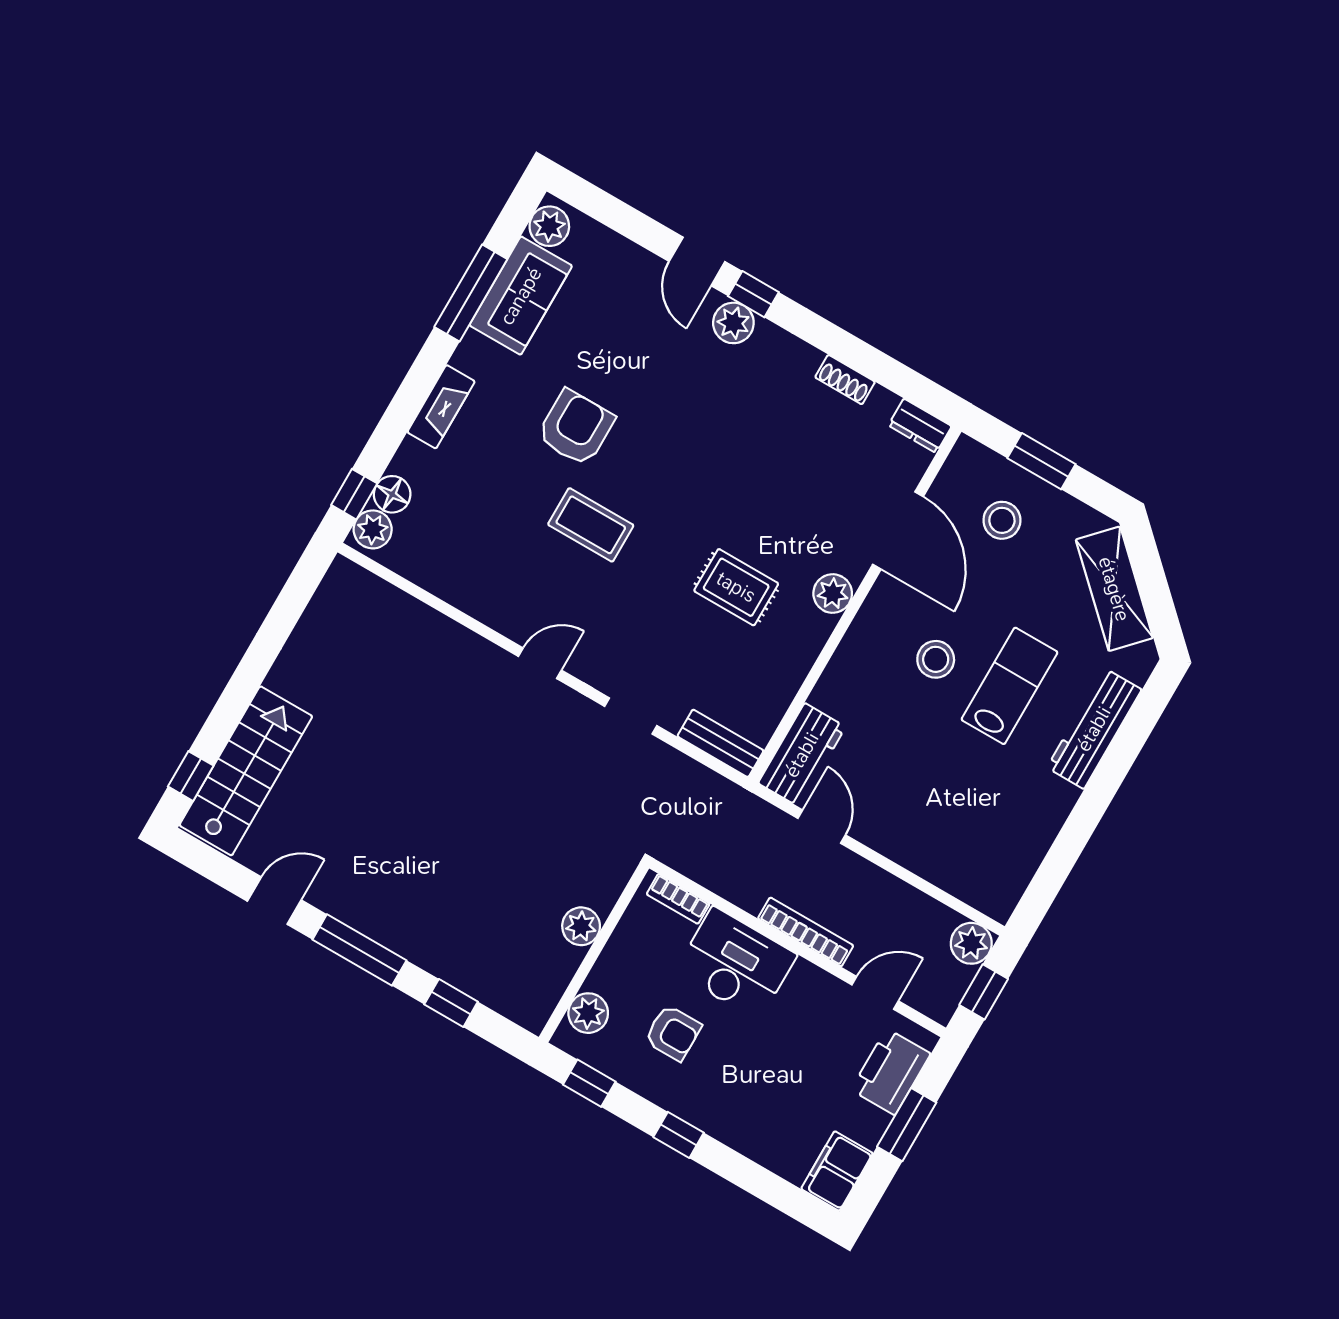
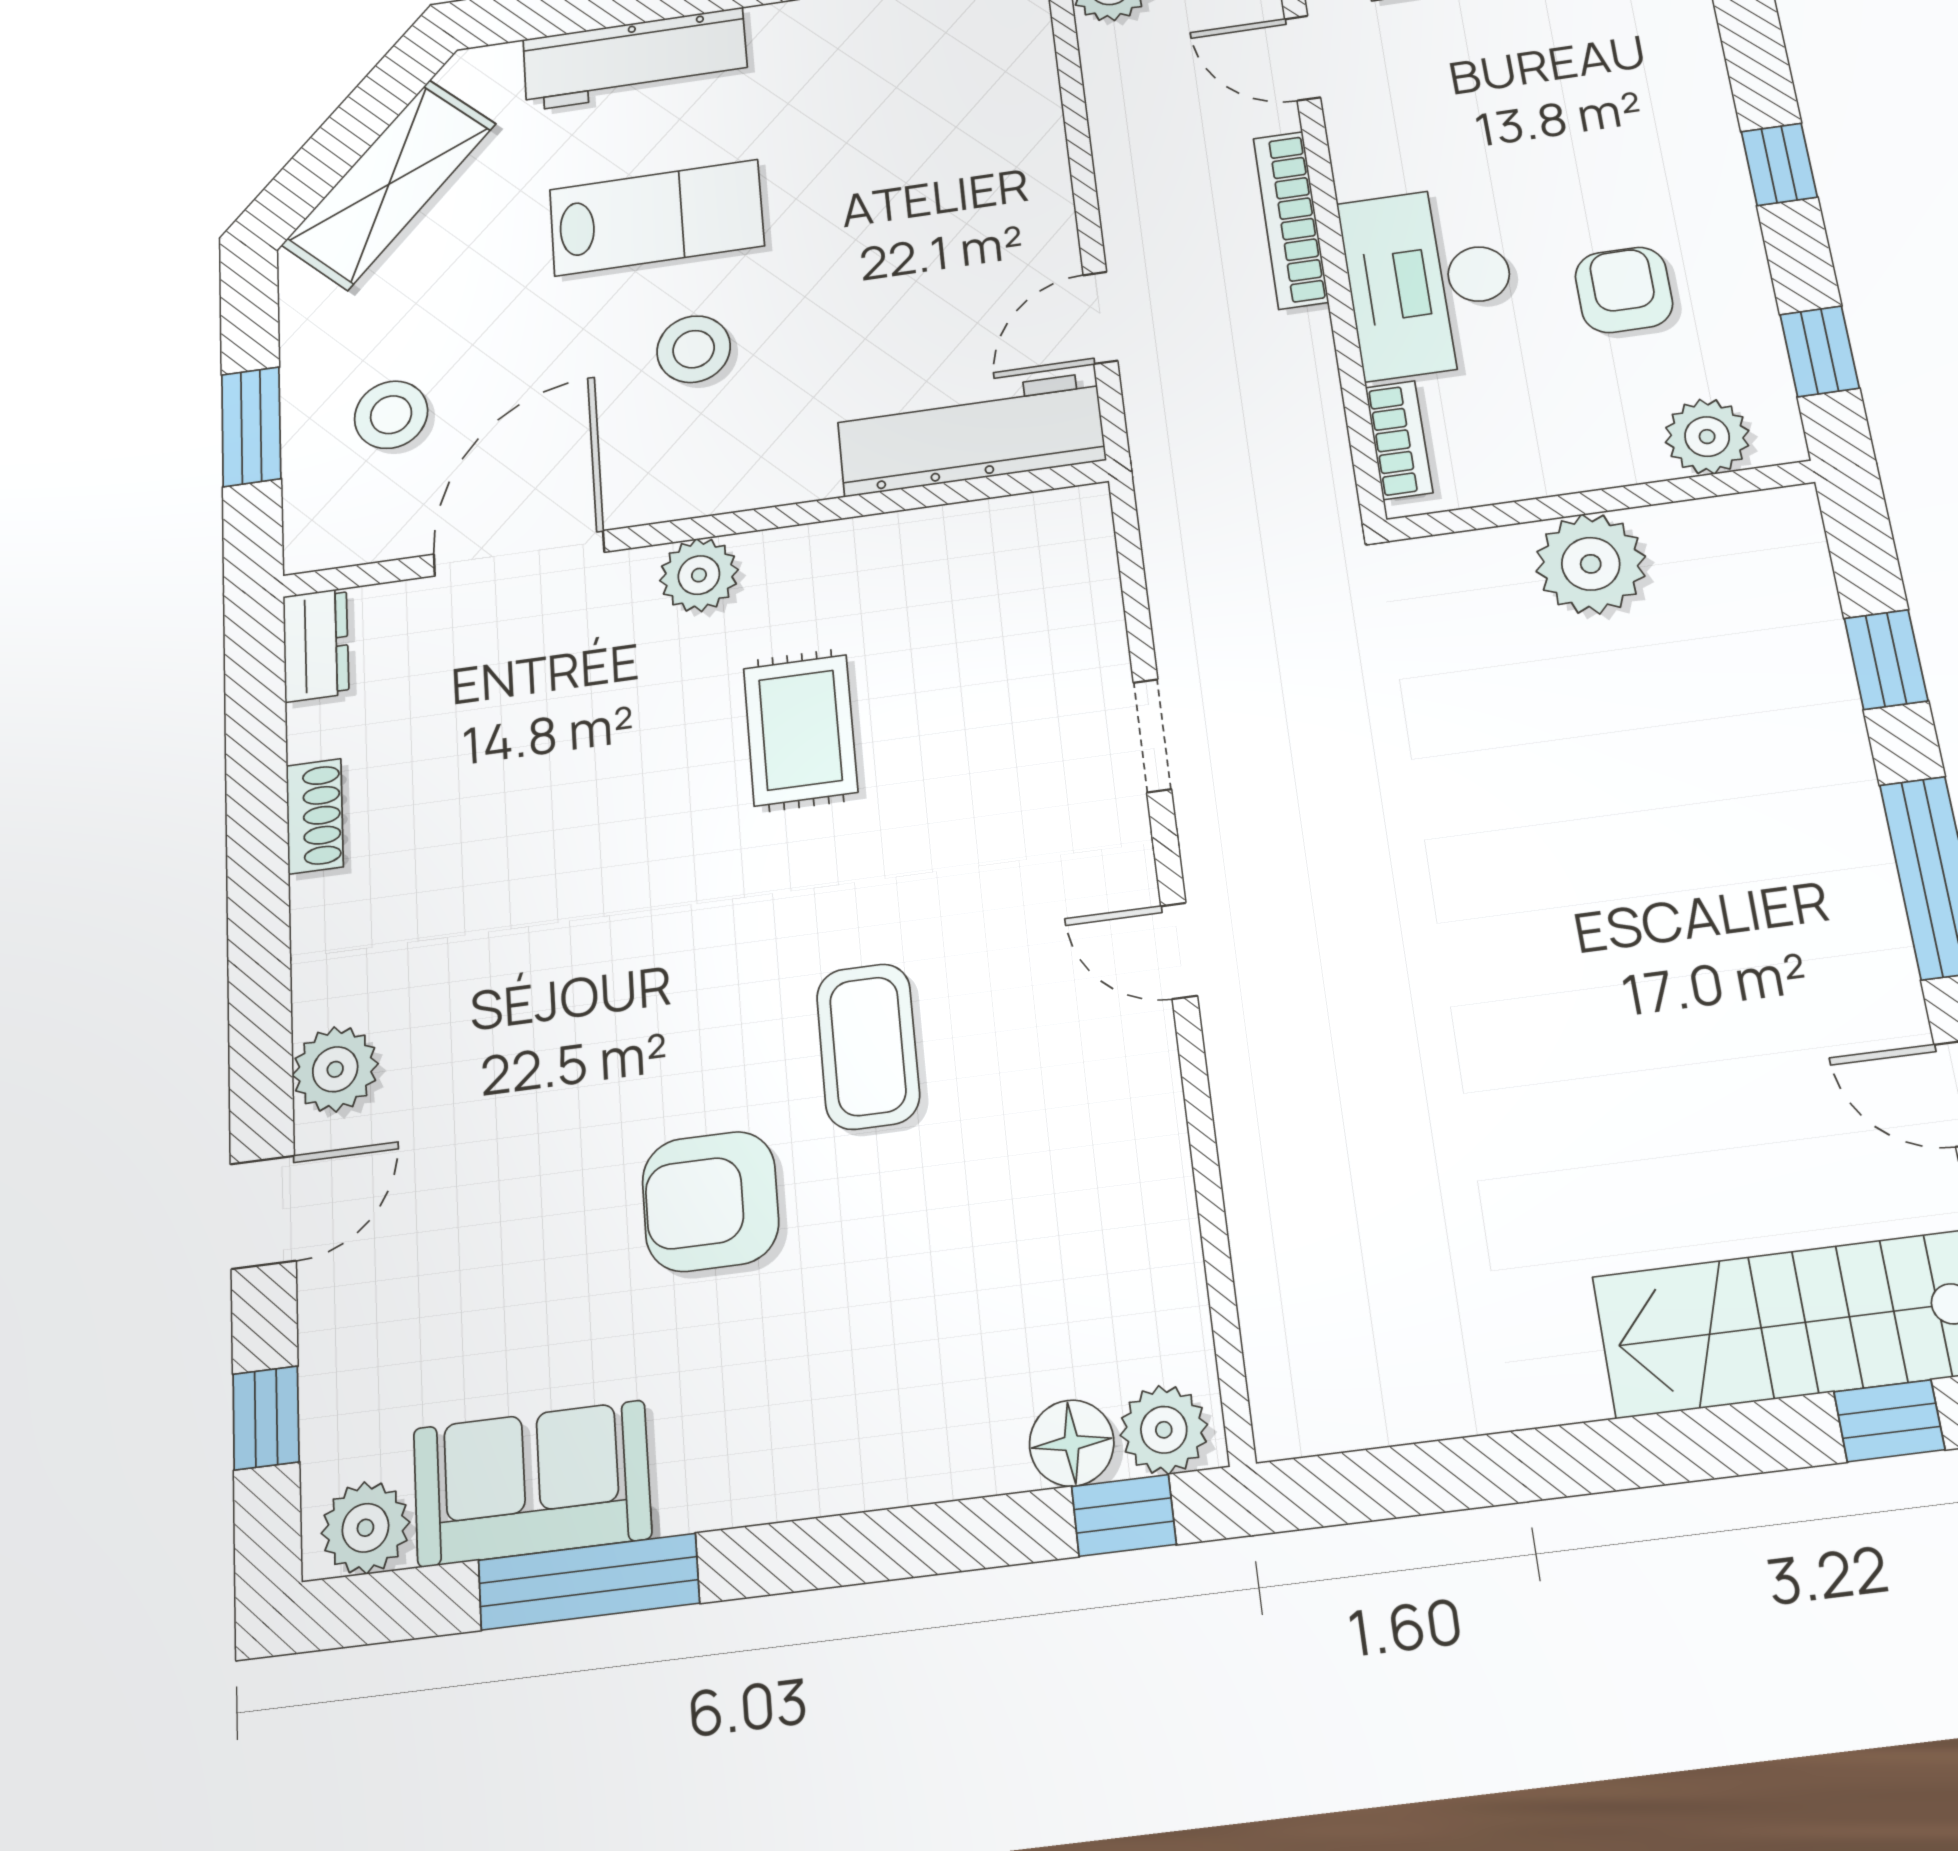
window: (753, 294) -> (266, 1418), moved
fireplace: (441, 407) -> (842, 1475), removed
lab bench: (1009, 686) -> (657, 218), turned 180
bench: (720, 743) -> (1086, 563), removed
workbench: (802, 755) -> (971, 434), width x1.38
plant: (581, 926) -> (1591, 564), width x1.36, depth x1.36

